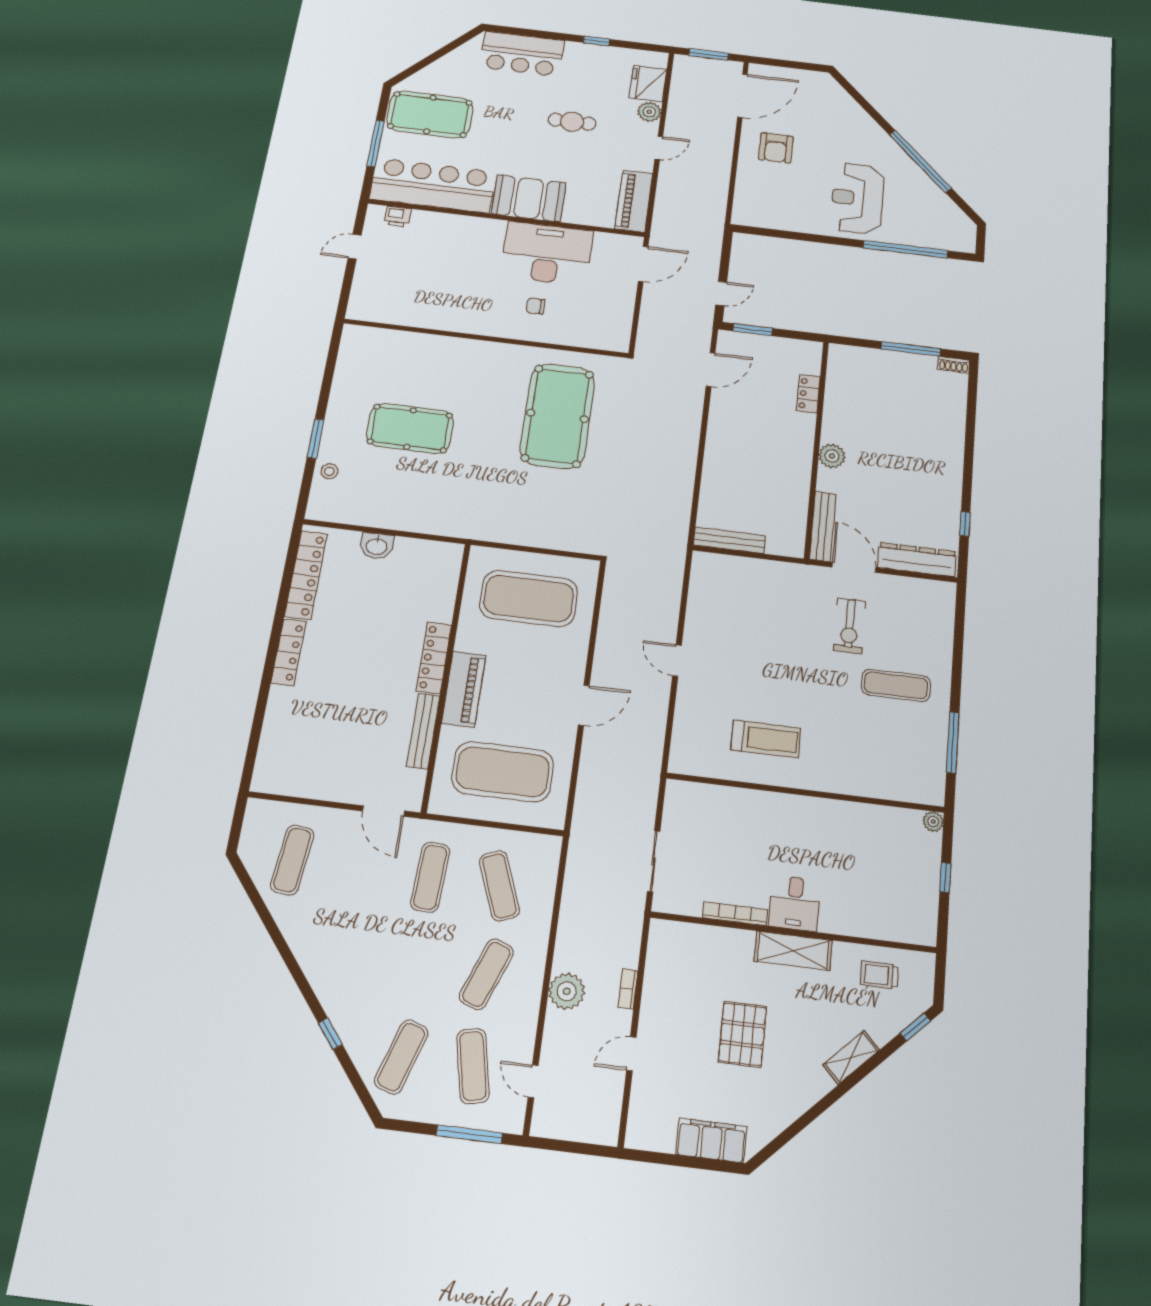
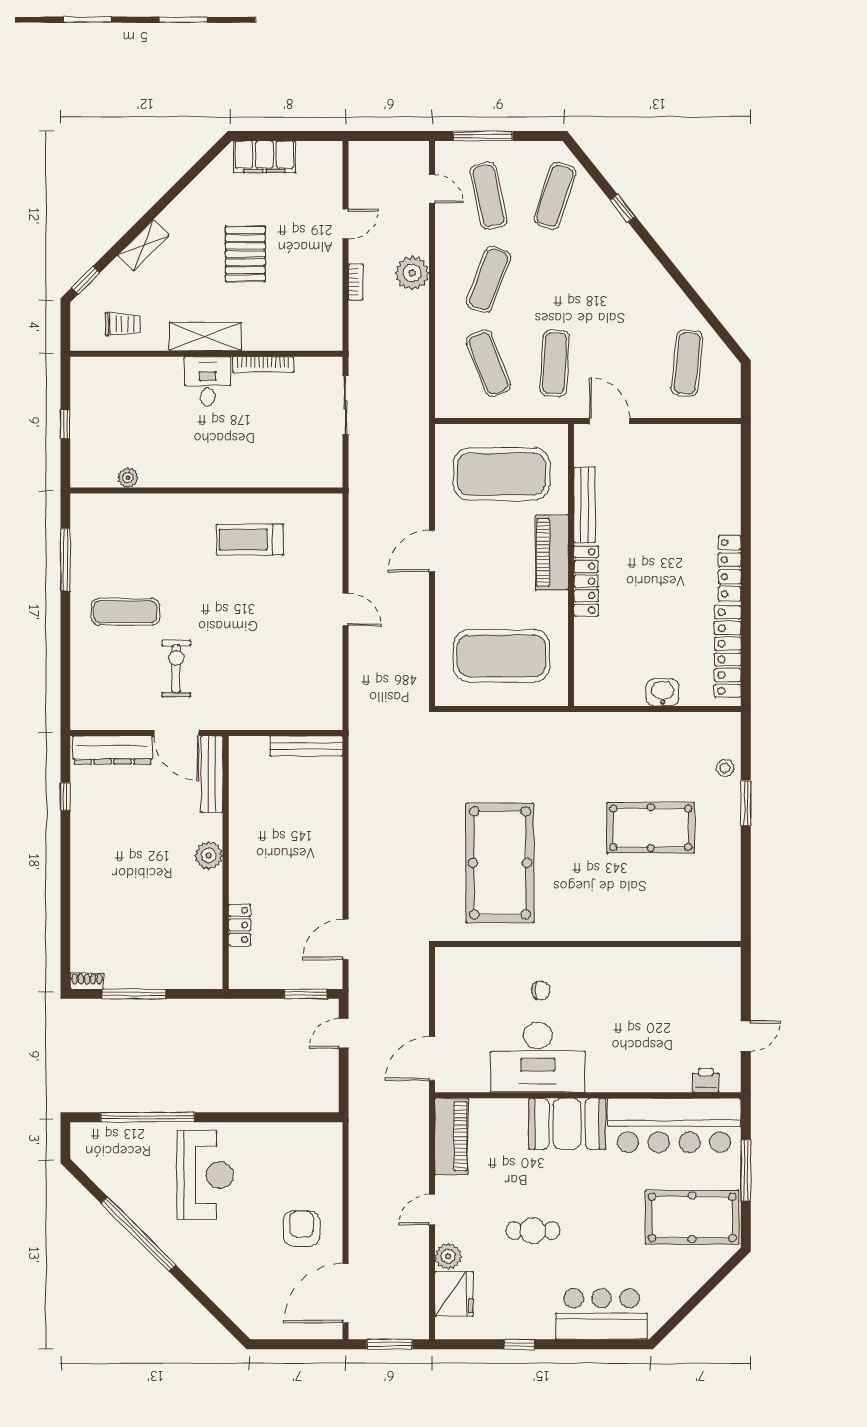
plant: (933, 822) -> (128, 478), moved

